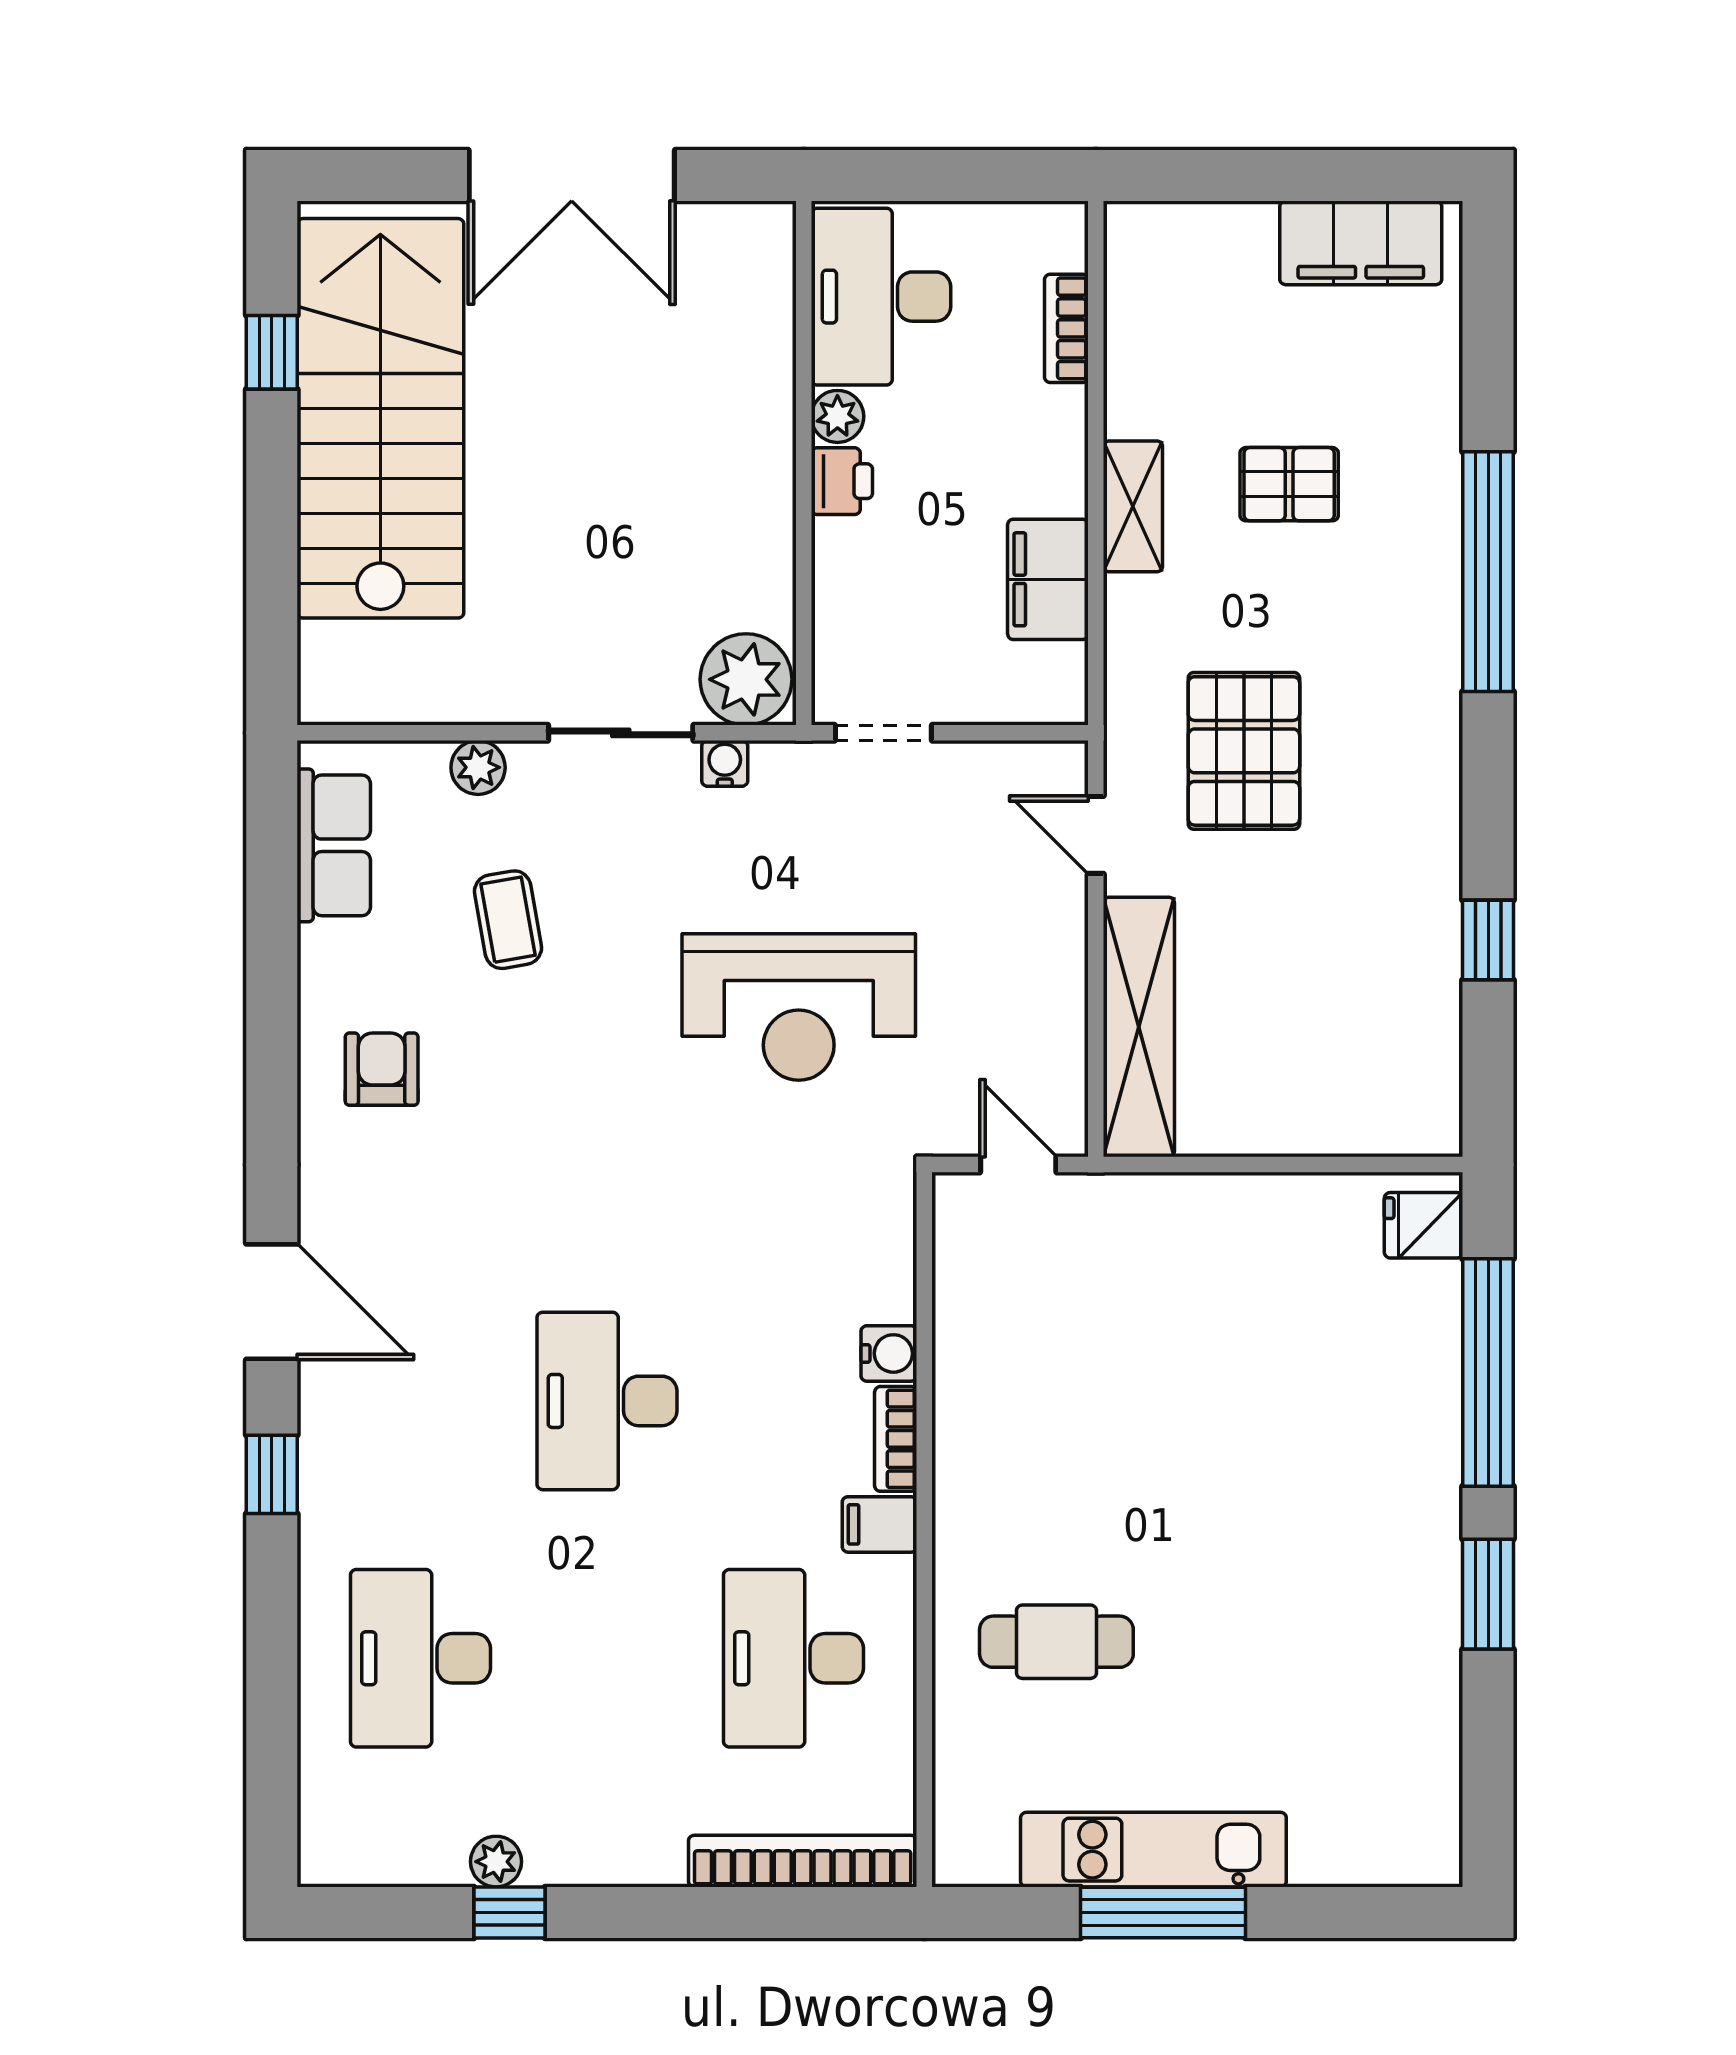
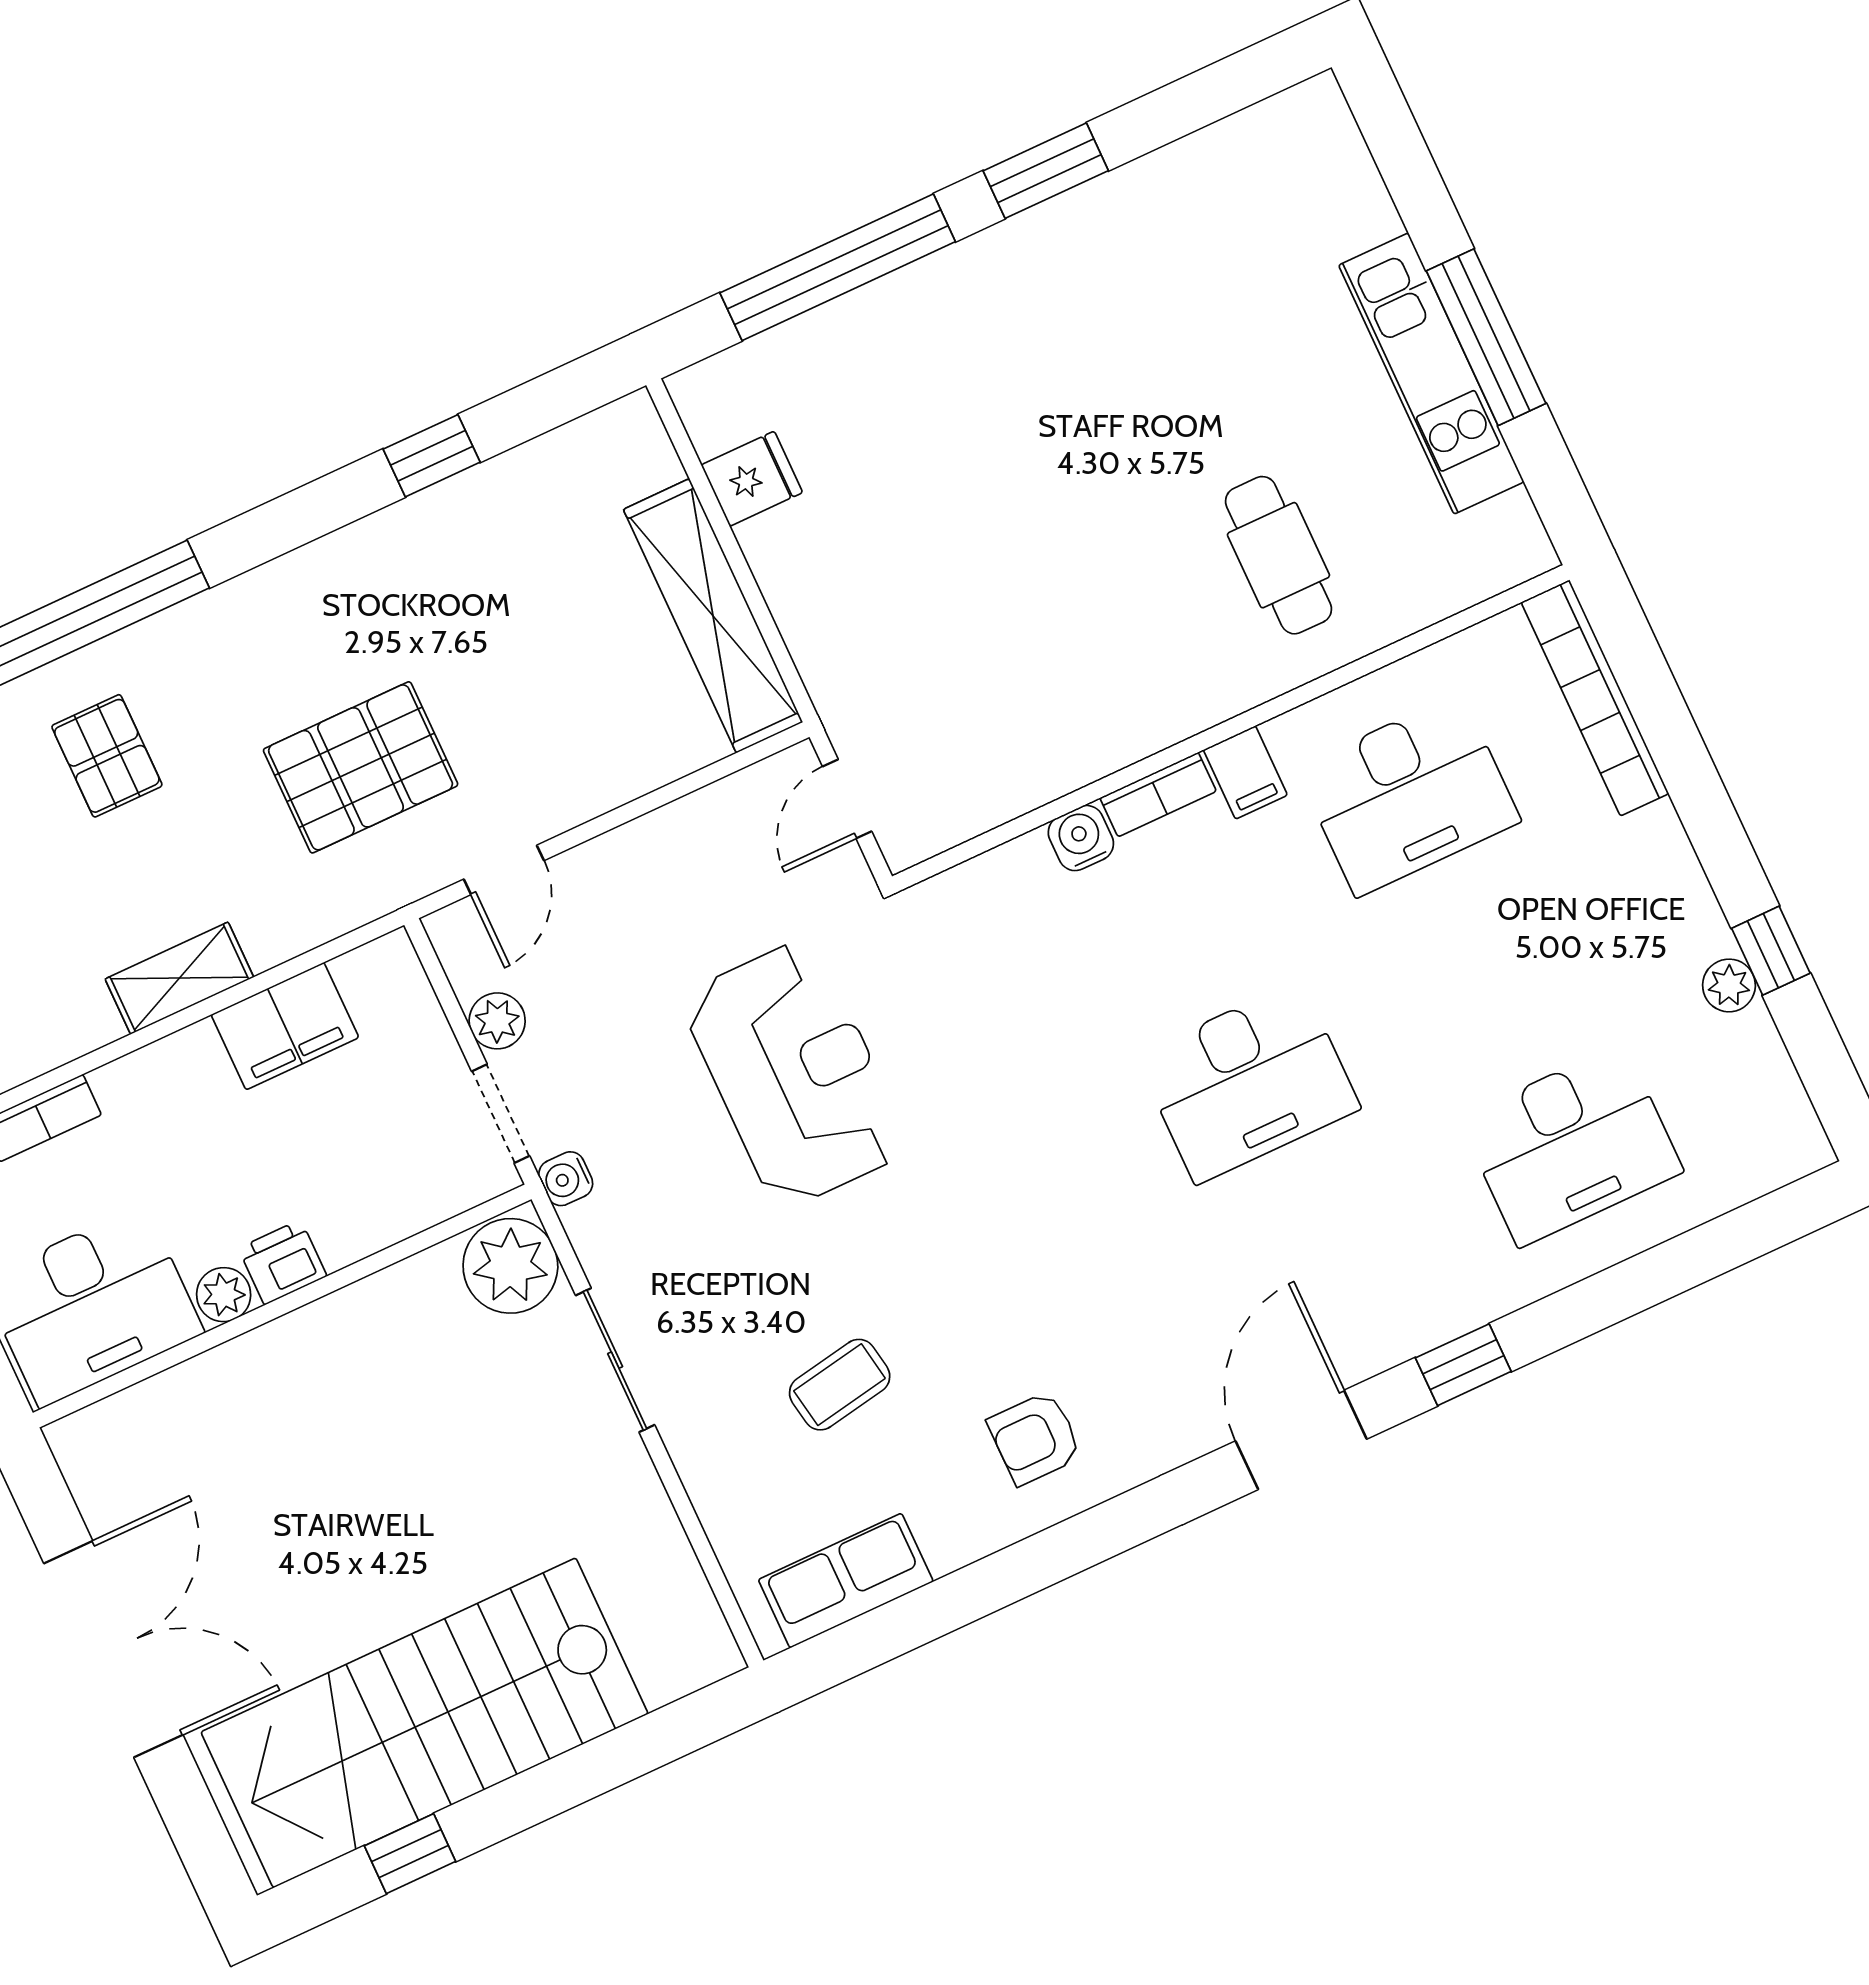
pallet: (1289, 484) -> (107, 756), moved
water cooler: (725, 763) -> (566, 1179), moved
plant: (478, 767) -> (497, 1021), moved
shelving: (1139, 1027) -> (713, 616), moved, turned 90
fridge: (1424, 1225) -> (752, 479), moved, turned -90

